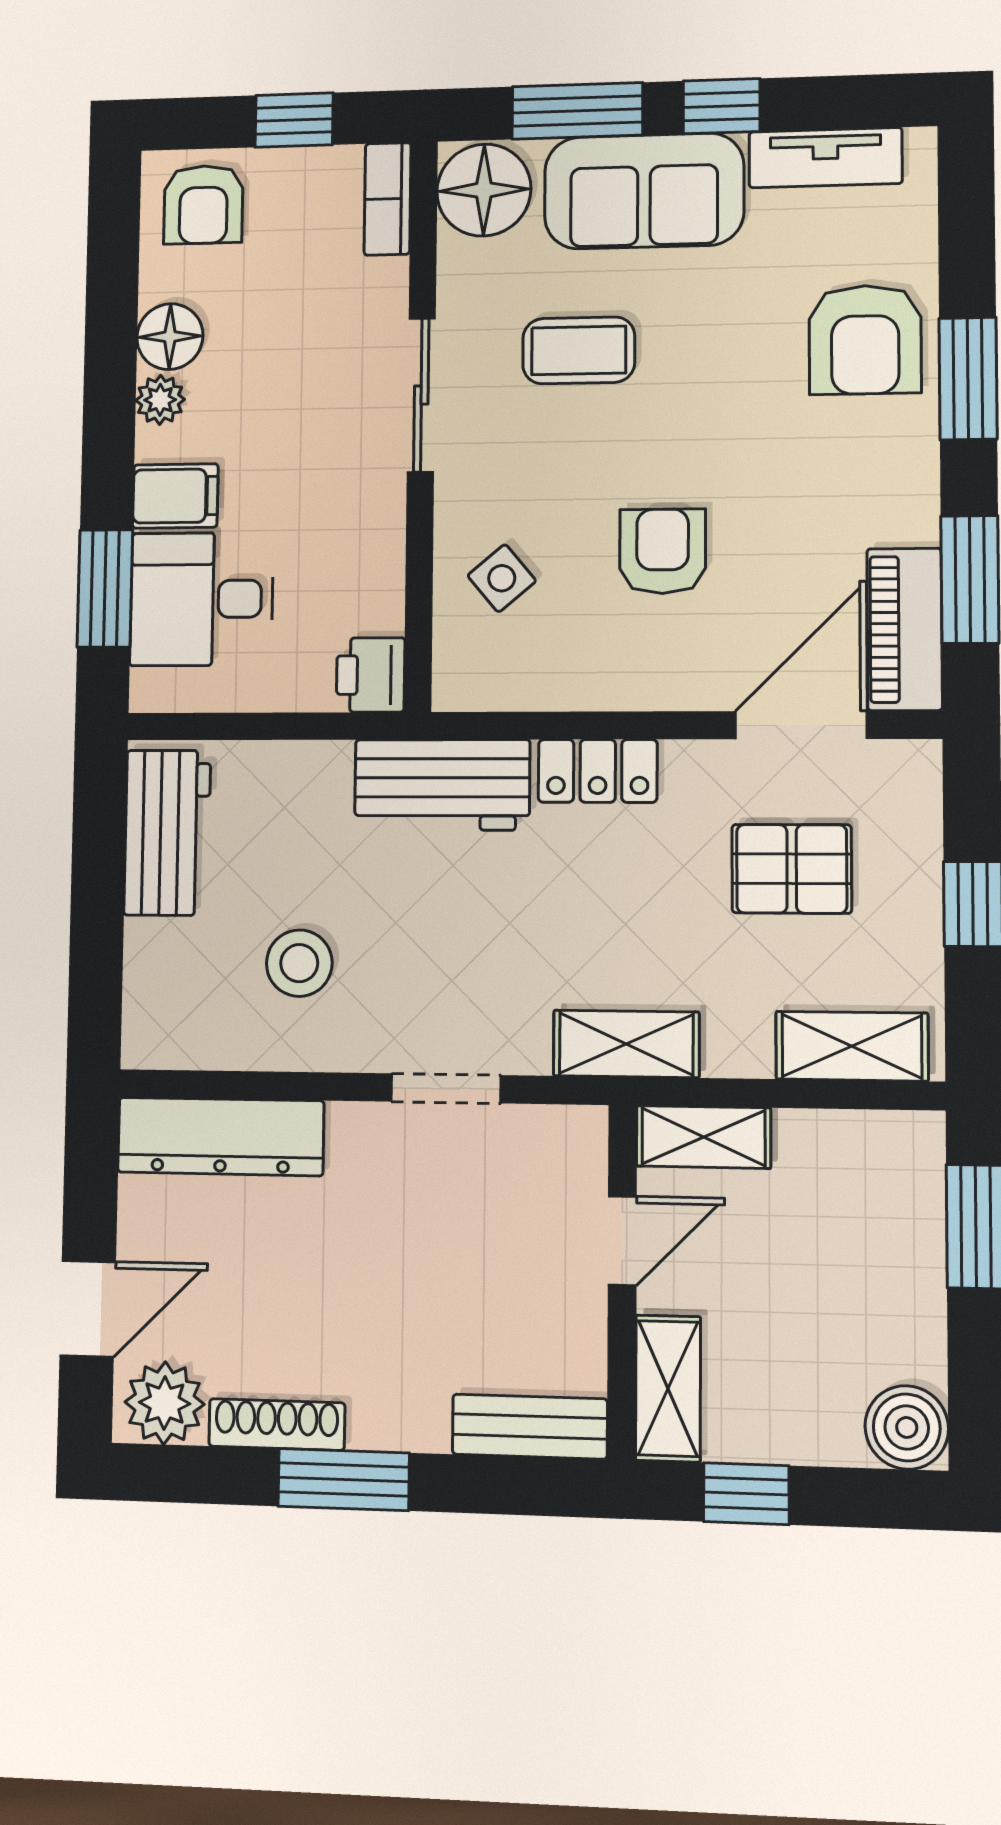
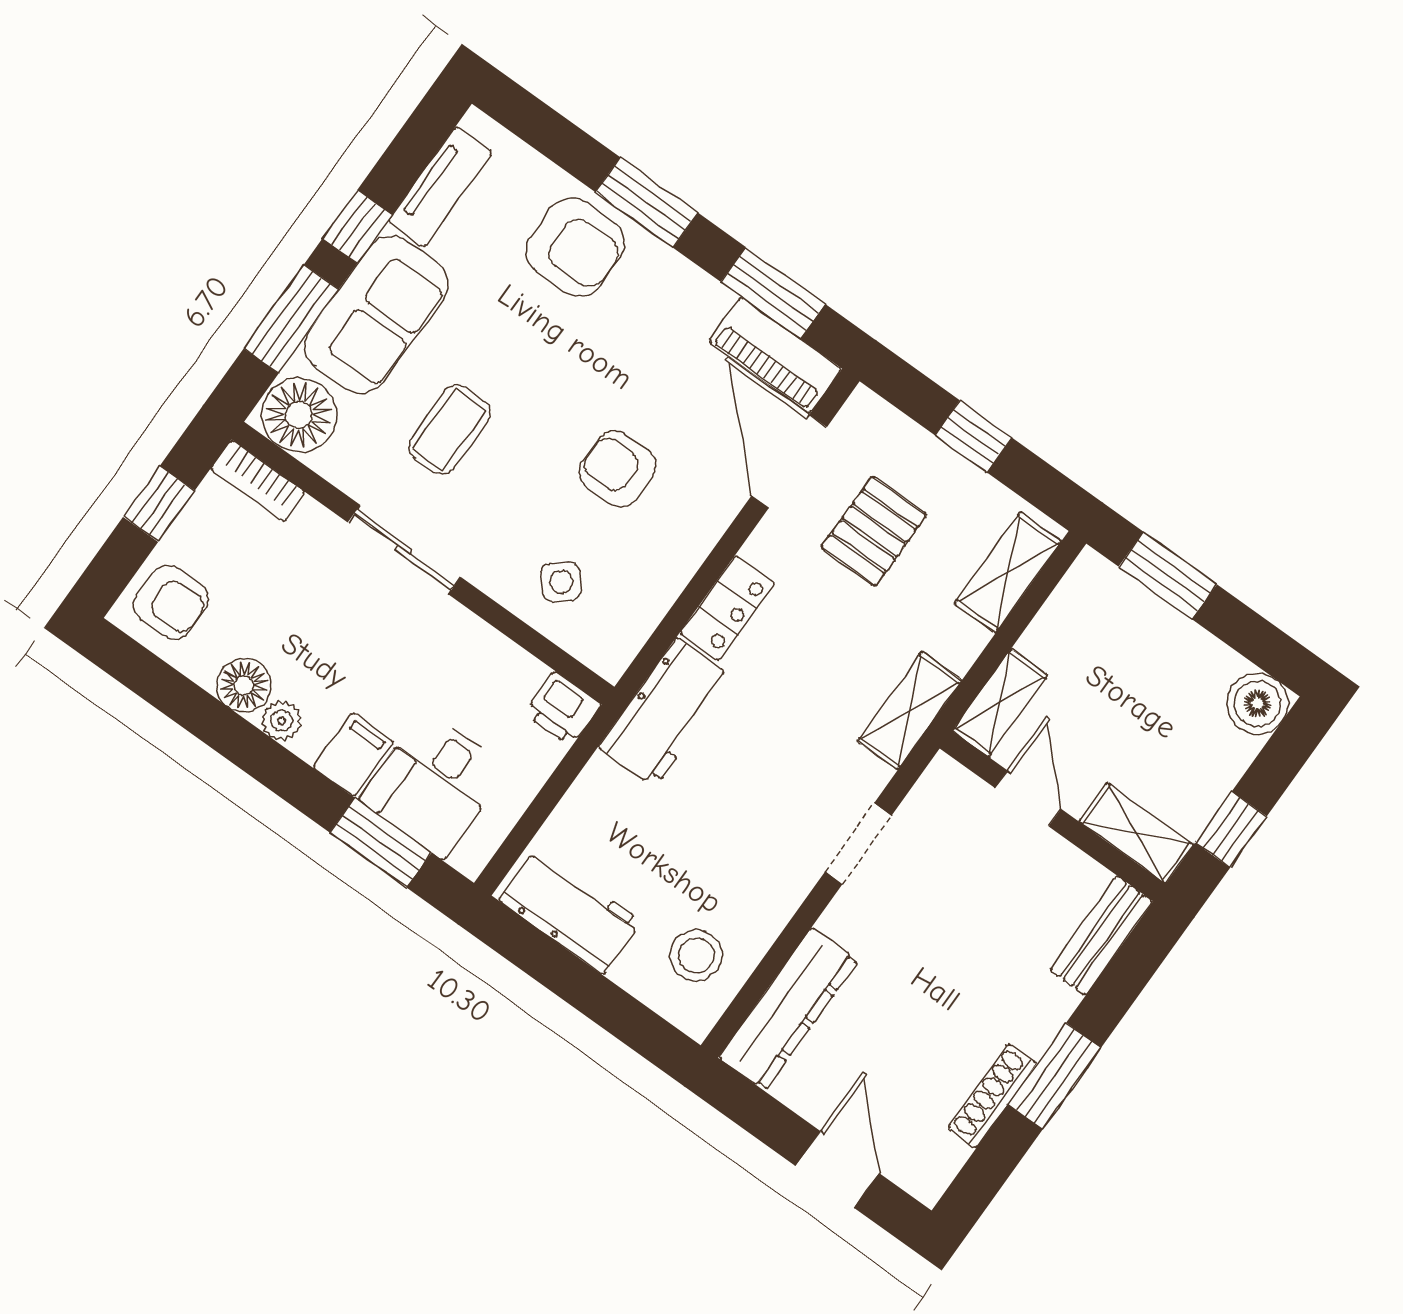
stool: (299, 963) -> (696, 955), moved
plant: (165, 1403) -> (930, 1159), removed

